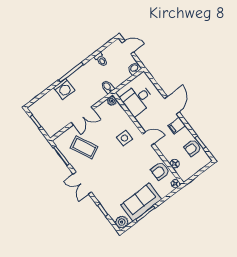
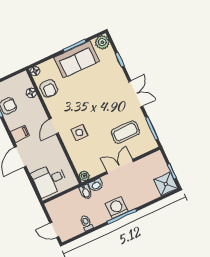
washbasin: (134, 68) -> (96, 185), moved
washing machine: (64, 89) -> (117, 207), moved
desk: (137, 99) -> (49, 180), moved, turned 180
shower: (38, 109) -> (166, 184), added
door: (148, 139) -> (54, 126), hinge flipped
coffee table: (84, 147) -> (125, 132), turned -64
armchair: (160, 171) -> (49, 88), turned 90

